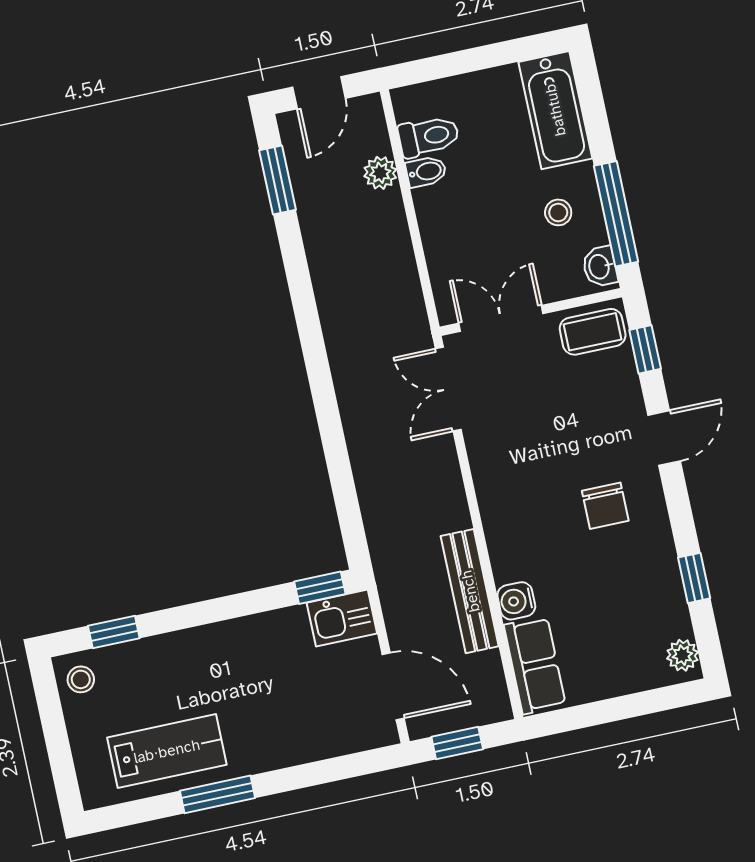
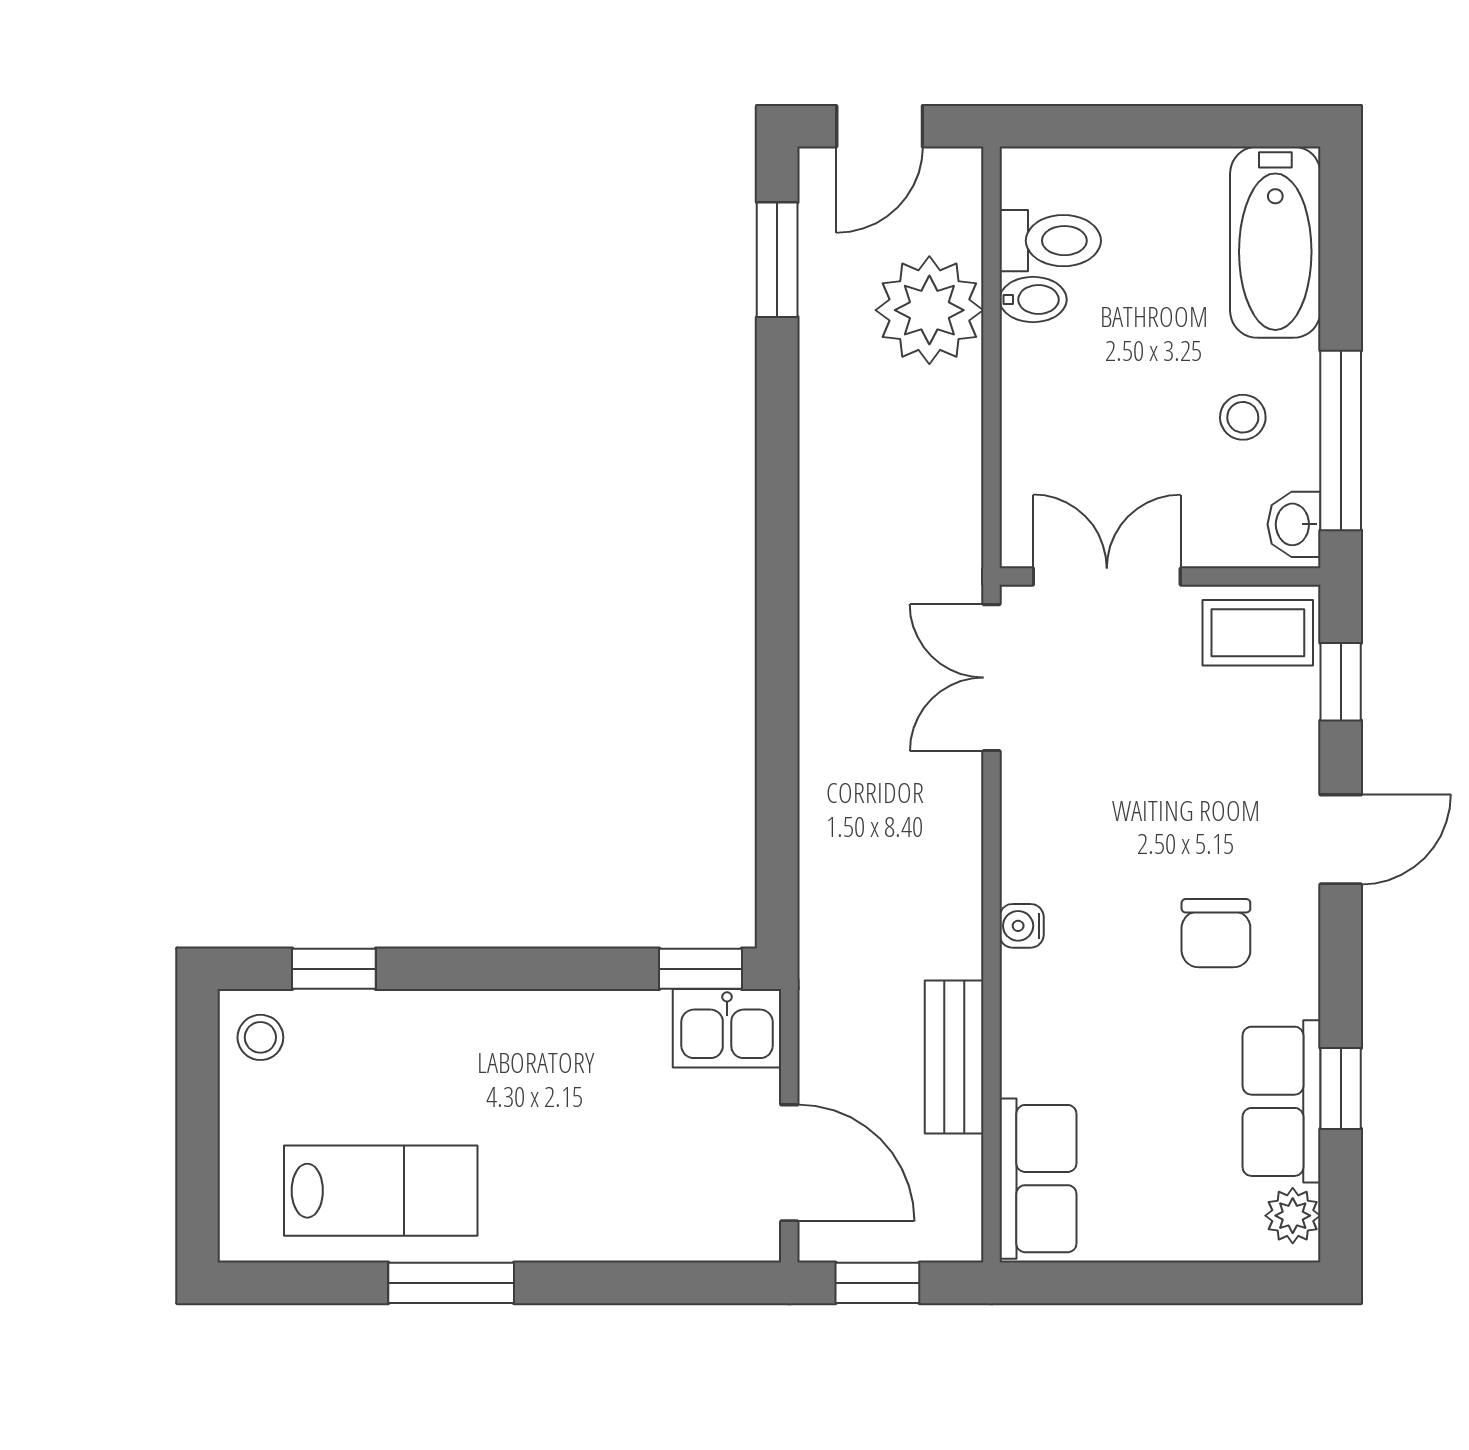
plant: (380, 173) -> (929, 310), width x1.87, depth x1.87
bench: (470, 591) -> (954, 1057), width x0.73
row of seats: (662, 592) -> (1282, 1101), added
water cooler: (516, 601) -> (1022, 926), moved, width x0.72, depth x0.72

